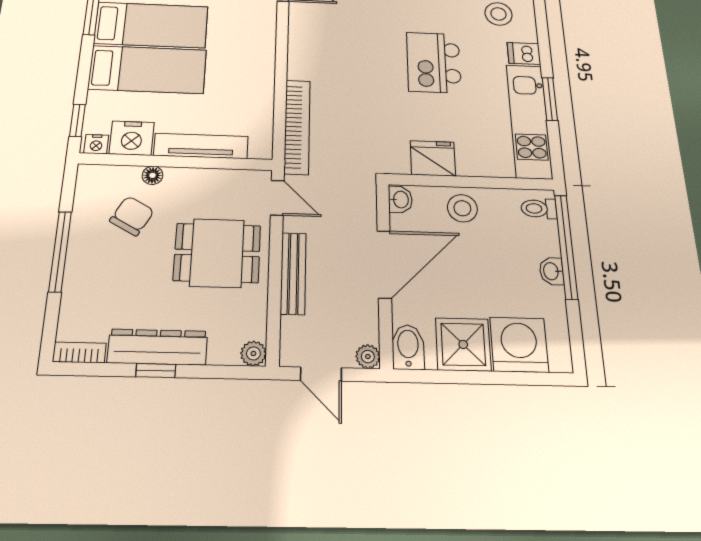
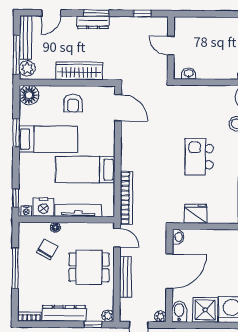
bed: (148, 69) -> (85, 170), moved, turned 180
stool: (462, 208) -> (209, 241), removed
window: (156, 371) -> (93, 324), moved

